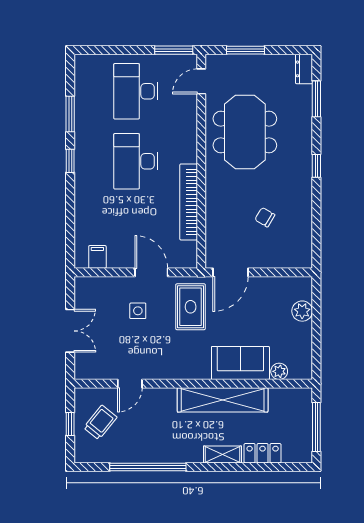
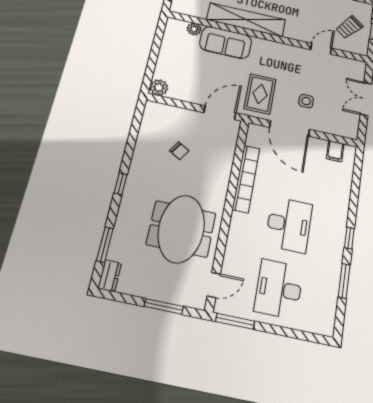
desk: (136, 91) -> (279, 289), turned 180
door: (151, 272) -> (290, 128), width x1.36
plant: (302, 311) -> (159, 88), moved

